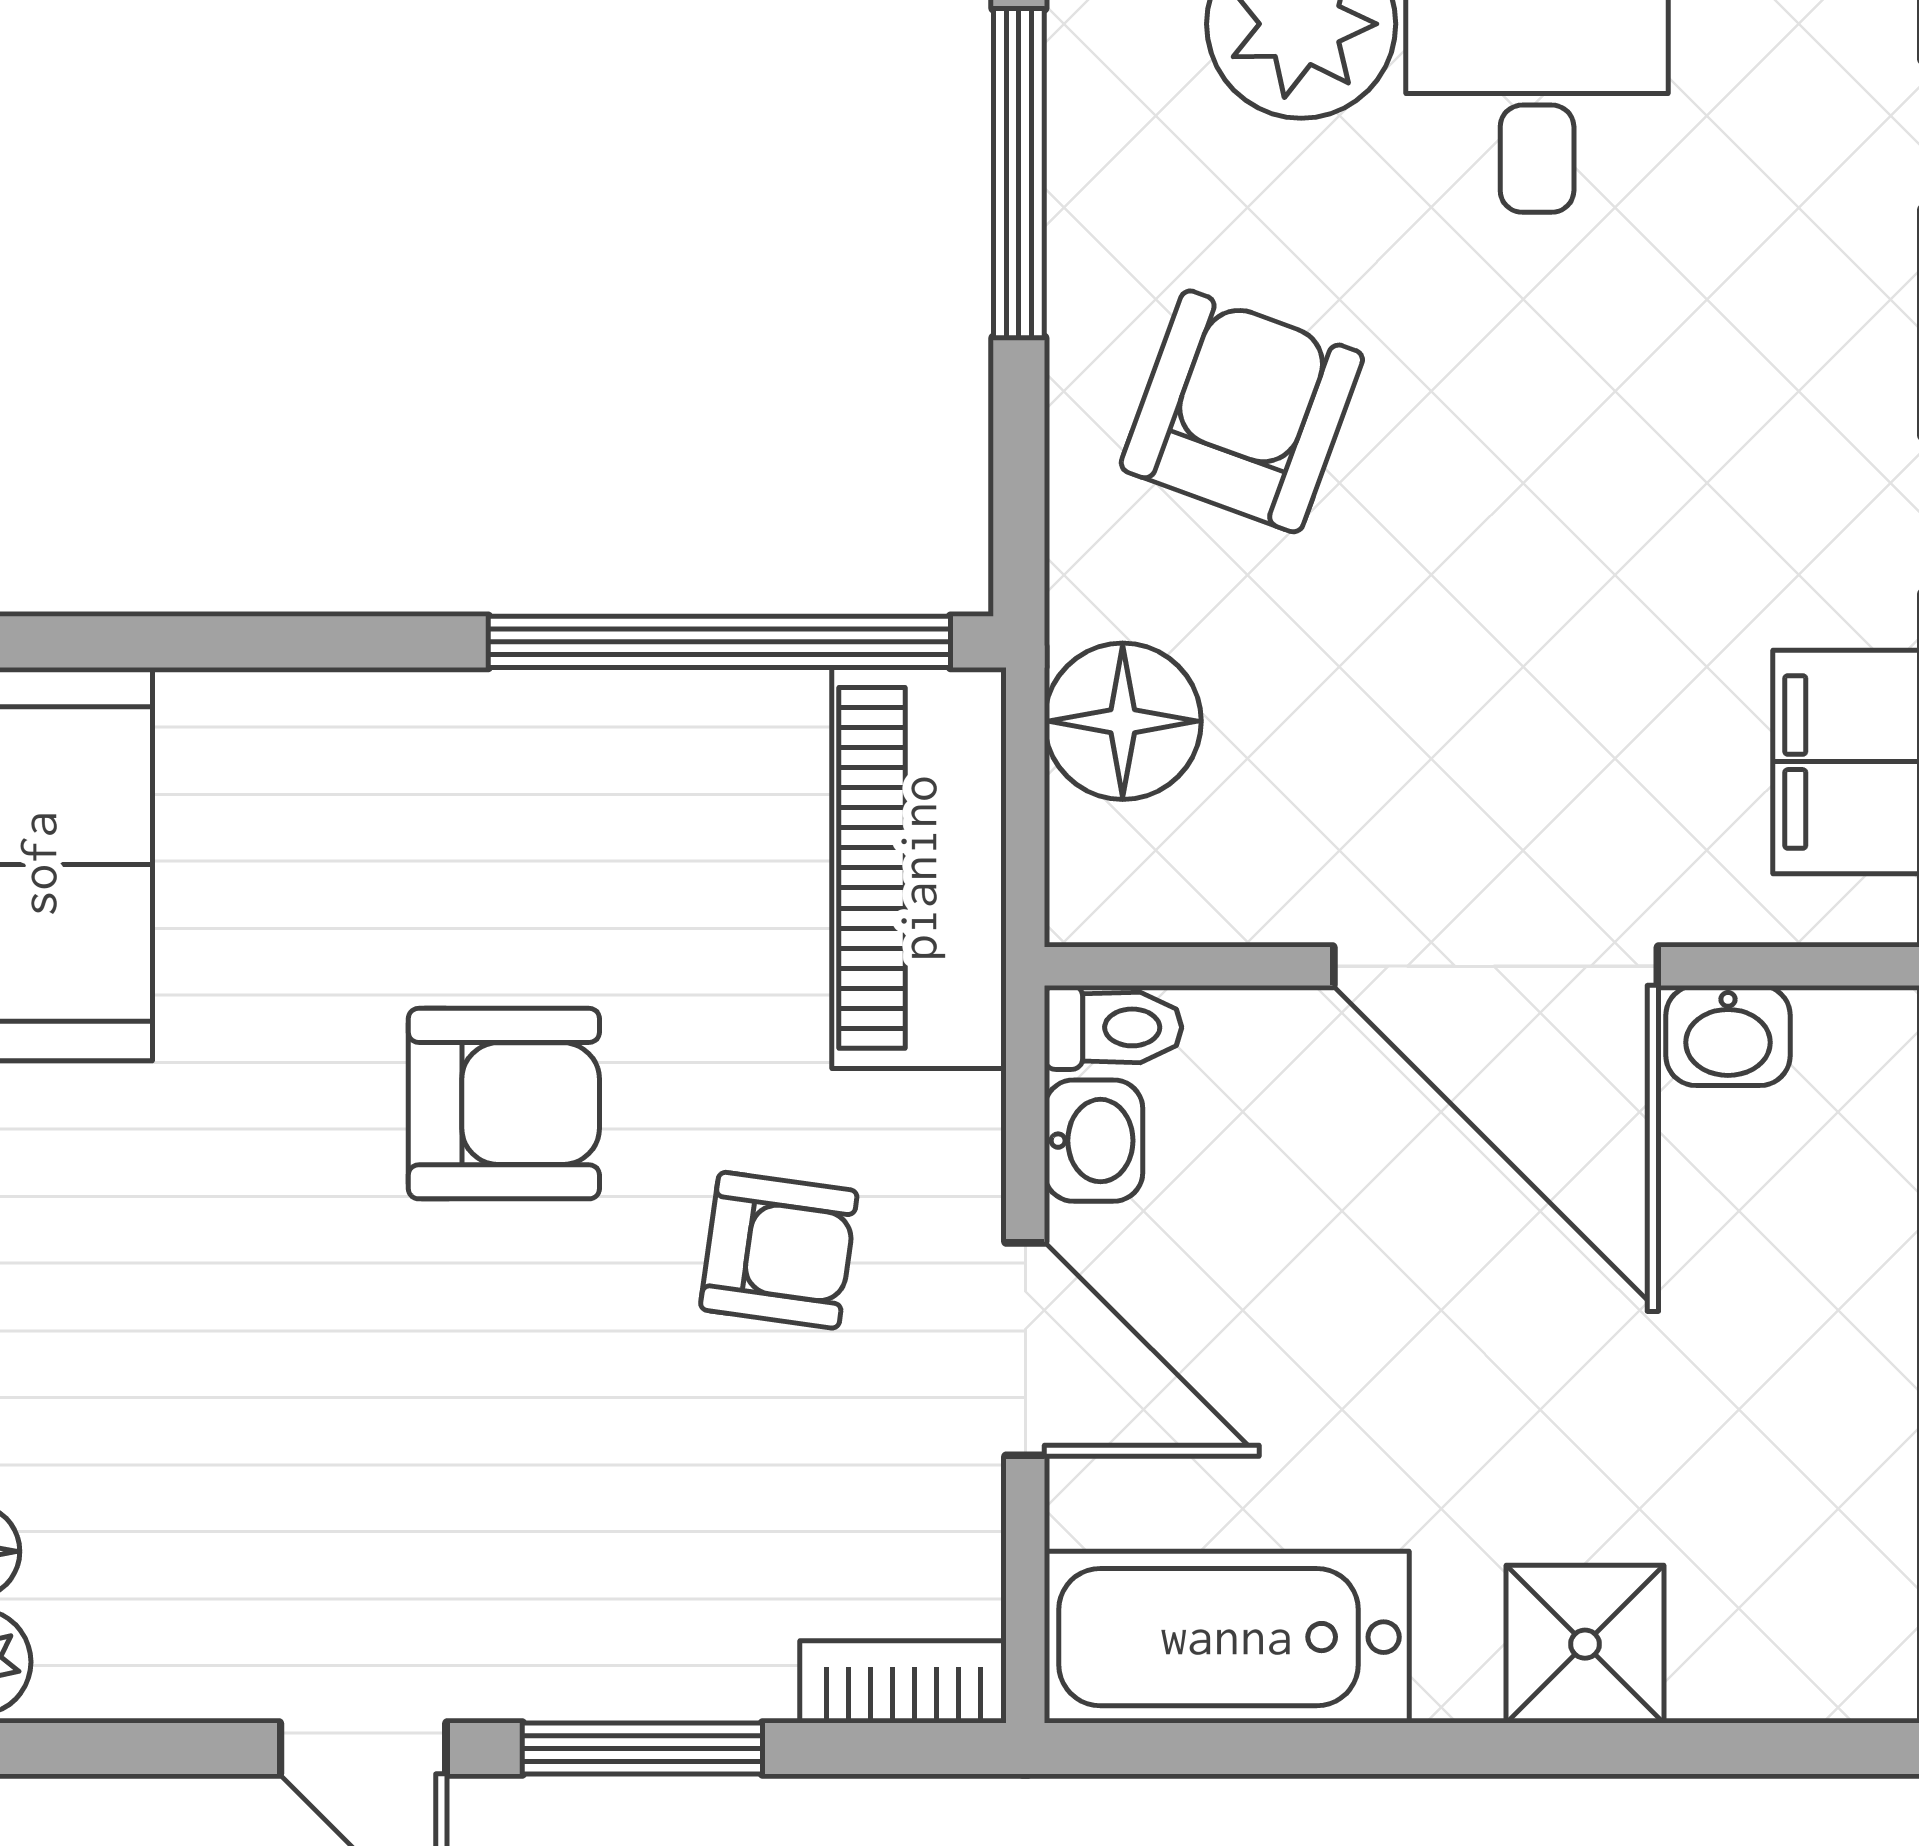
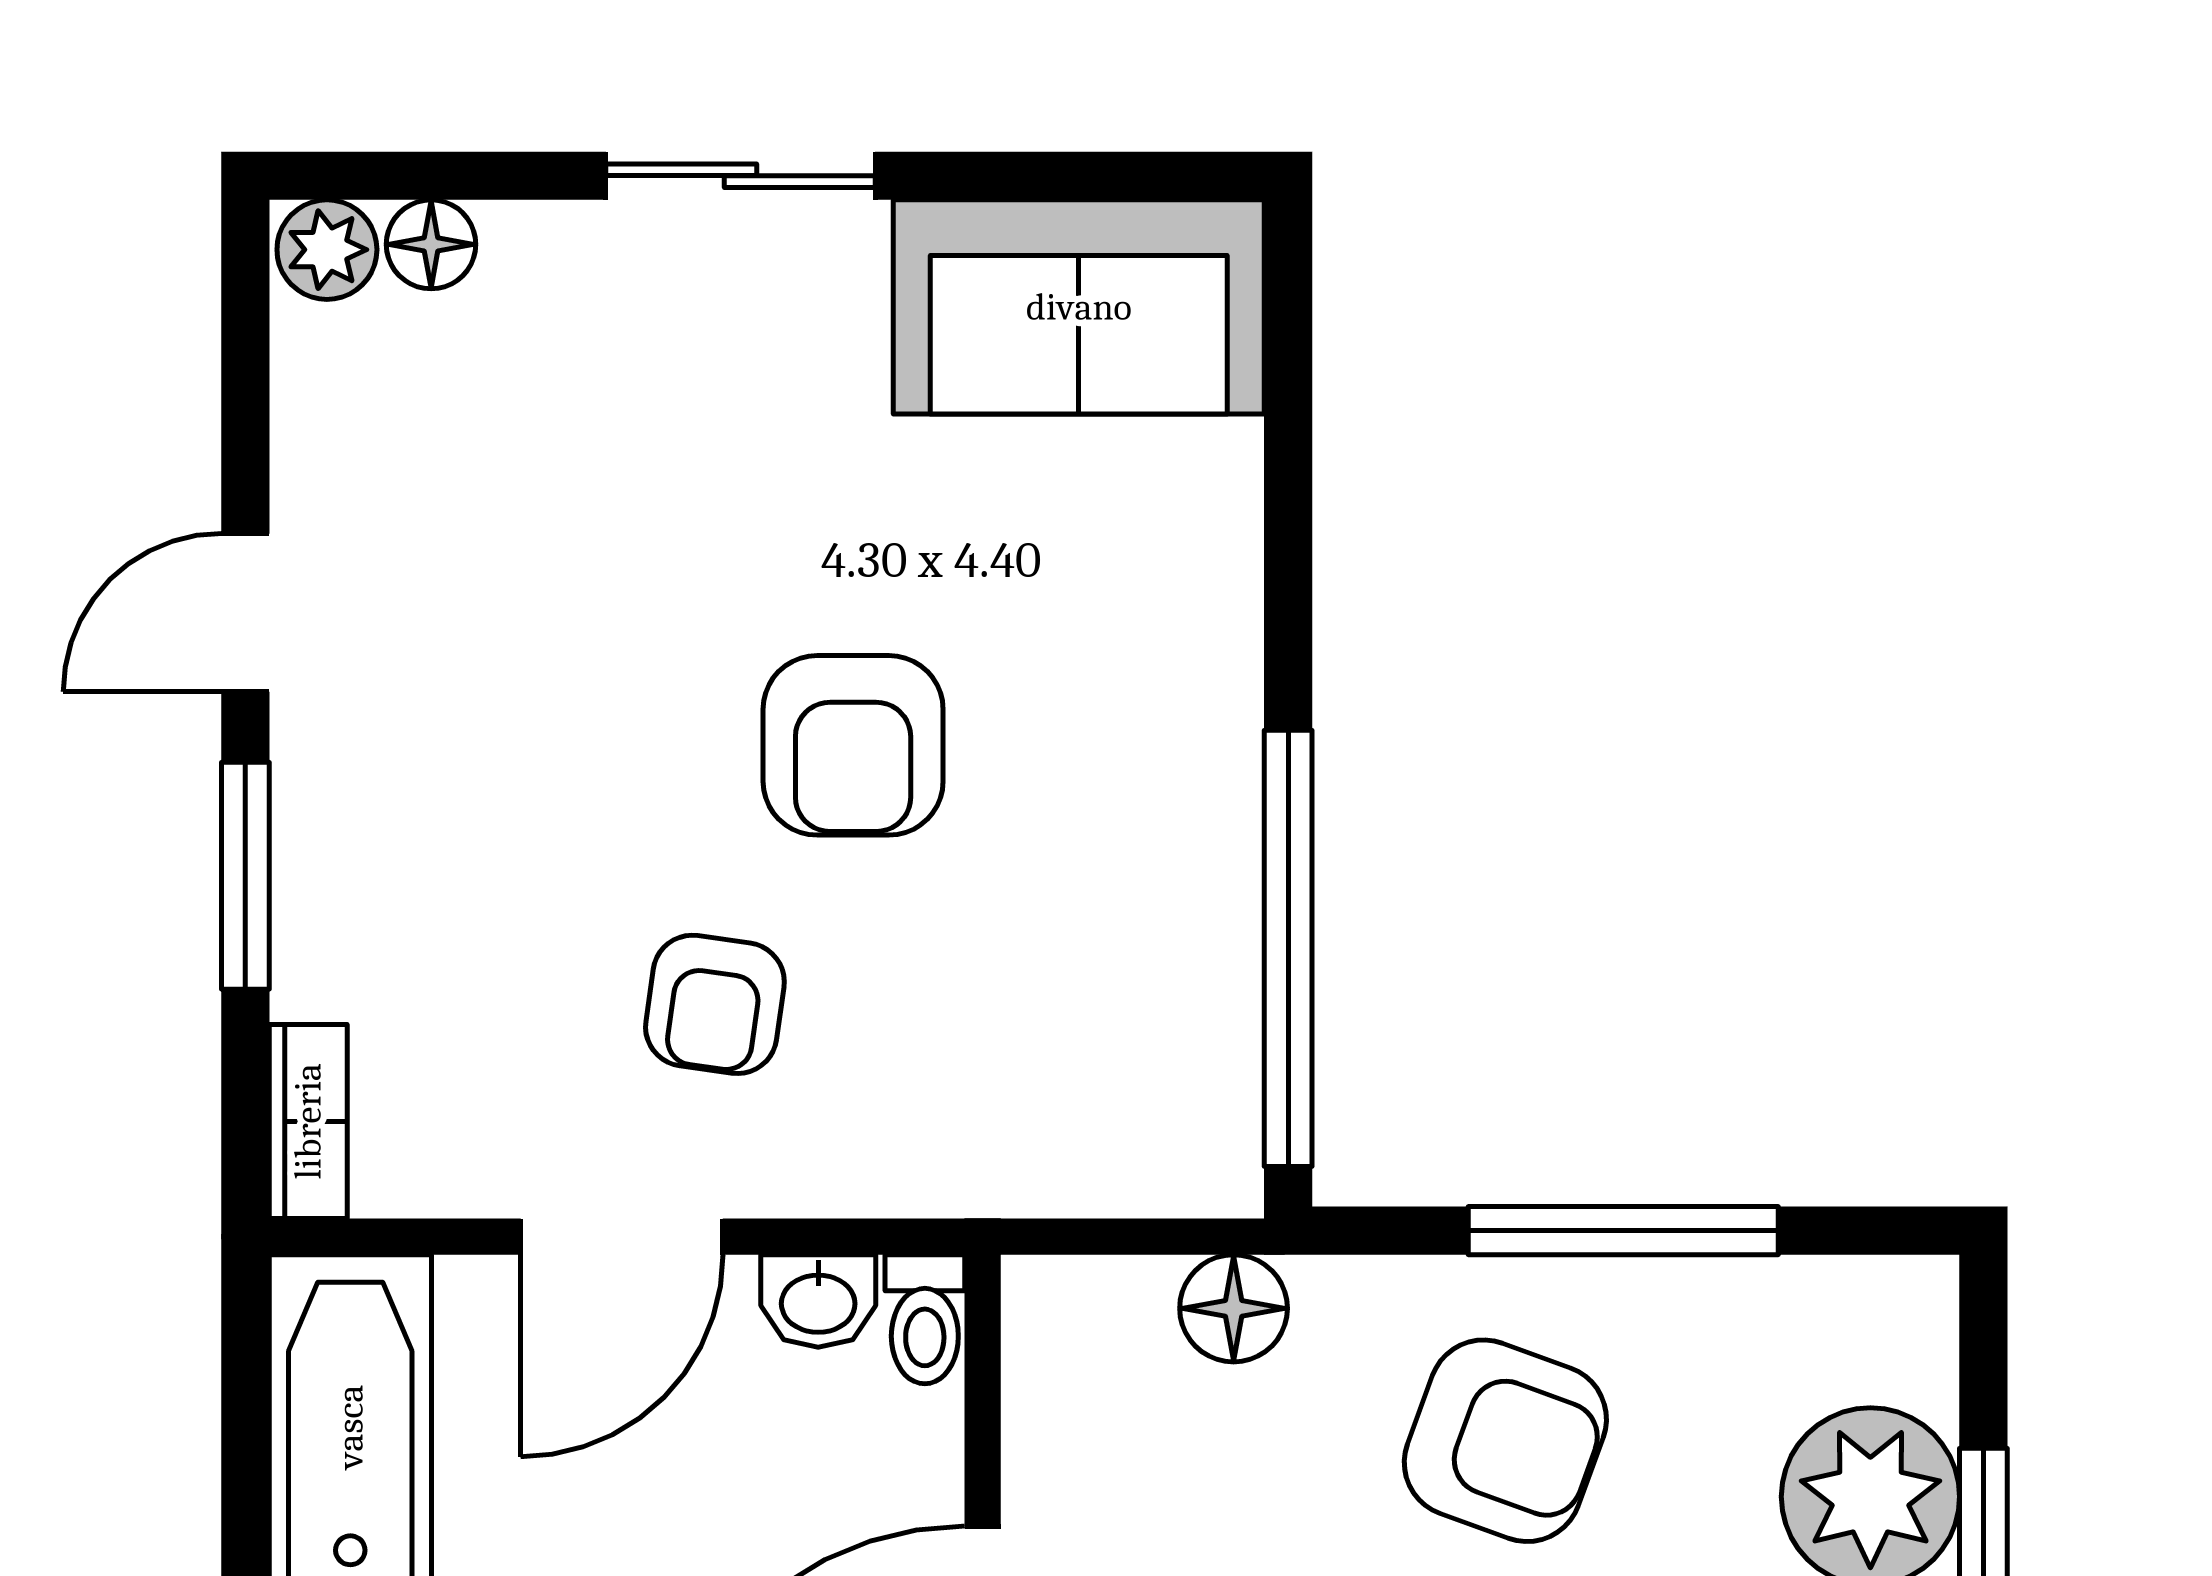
window: (1019, 173) -> (1623, 1231), moved
floor lamp: (1123, 721) -> (1234, 1308), width x0.73, depth x0.73
piano: (919, 868) -> (1075, 1136), removed

